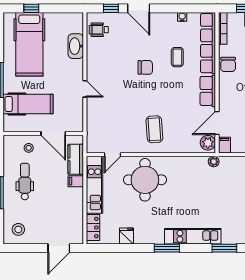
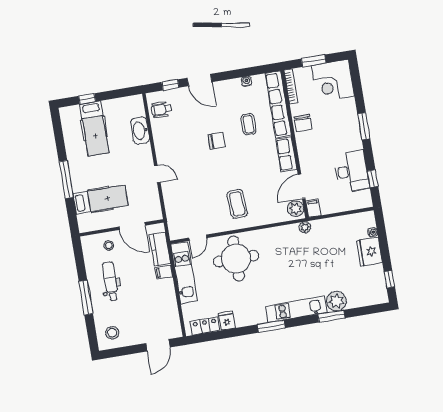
hospital bed: (29, 44) -> (94, 128), width x0.73, depth x0.78
locker: (93, 228) -> (205, 326), moved, turned -90
plant: (231, 235) -> (336, 301), added

